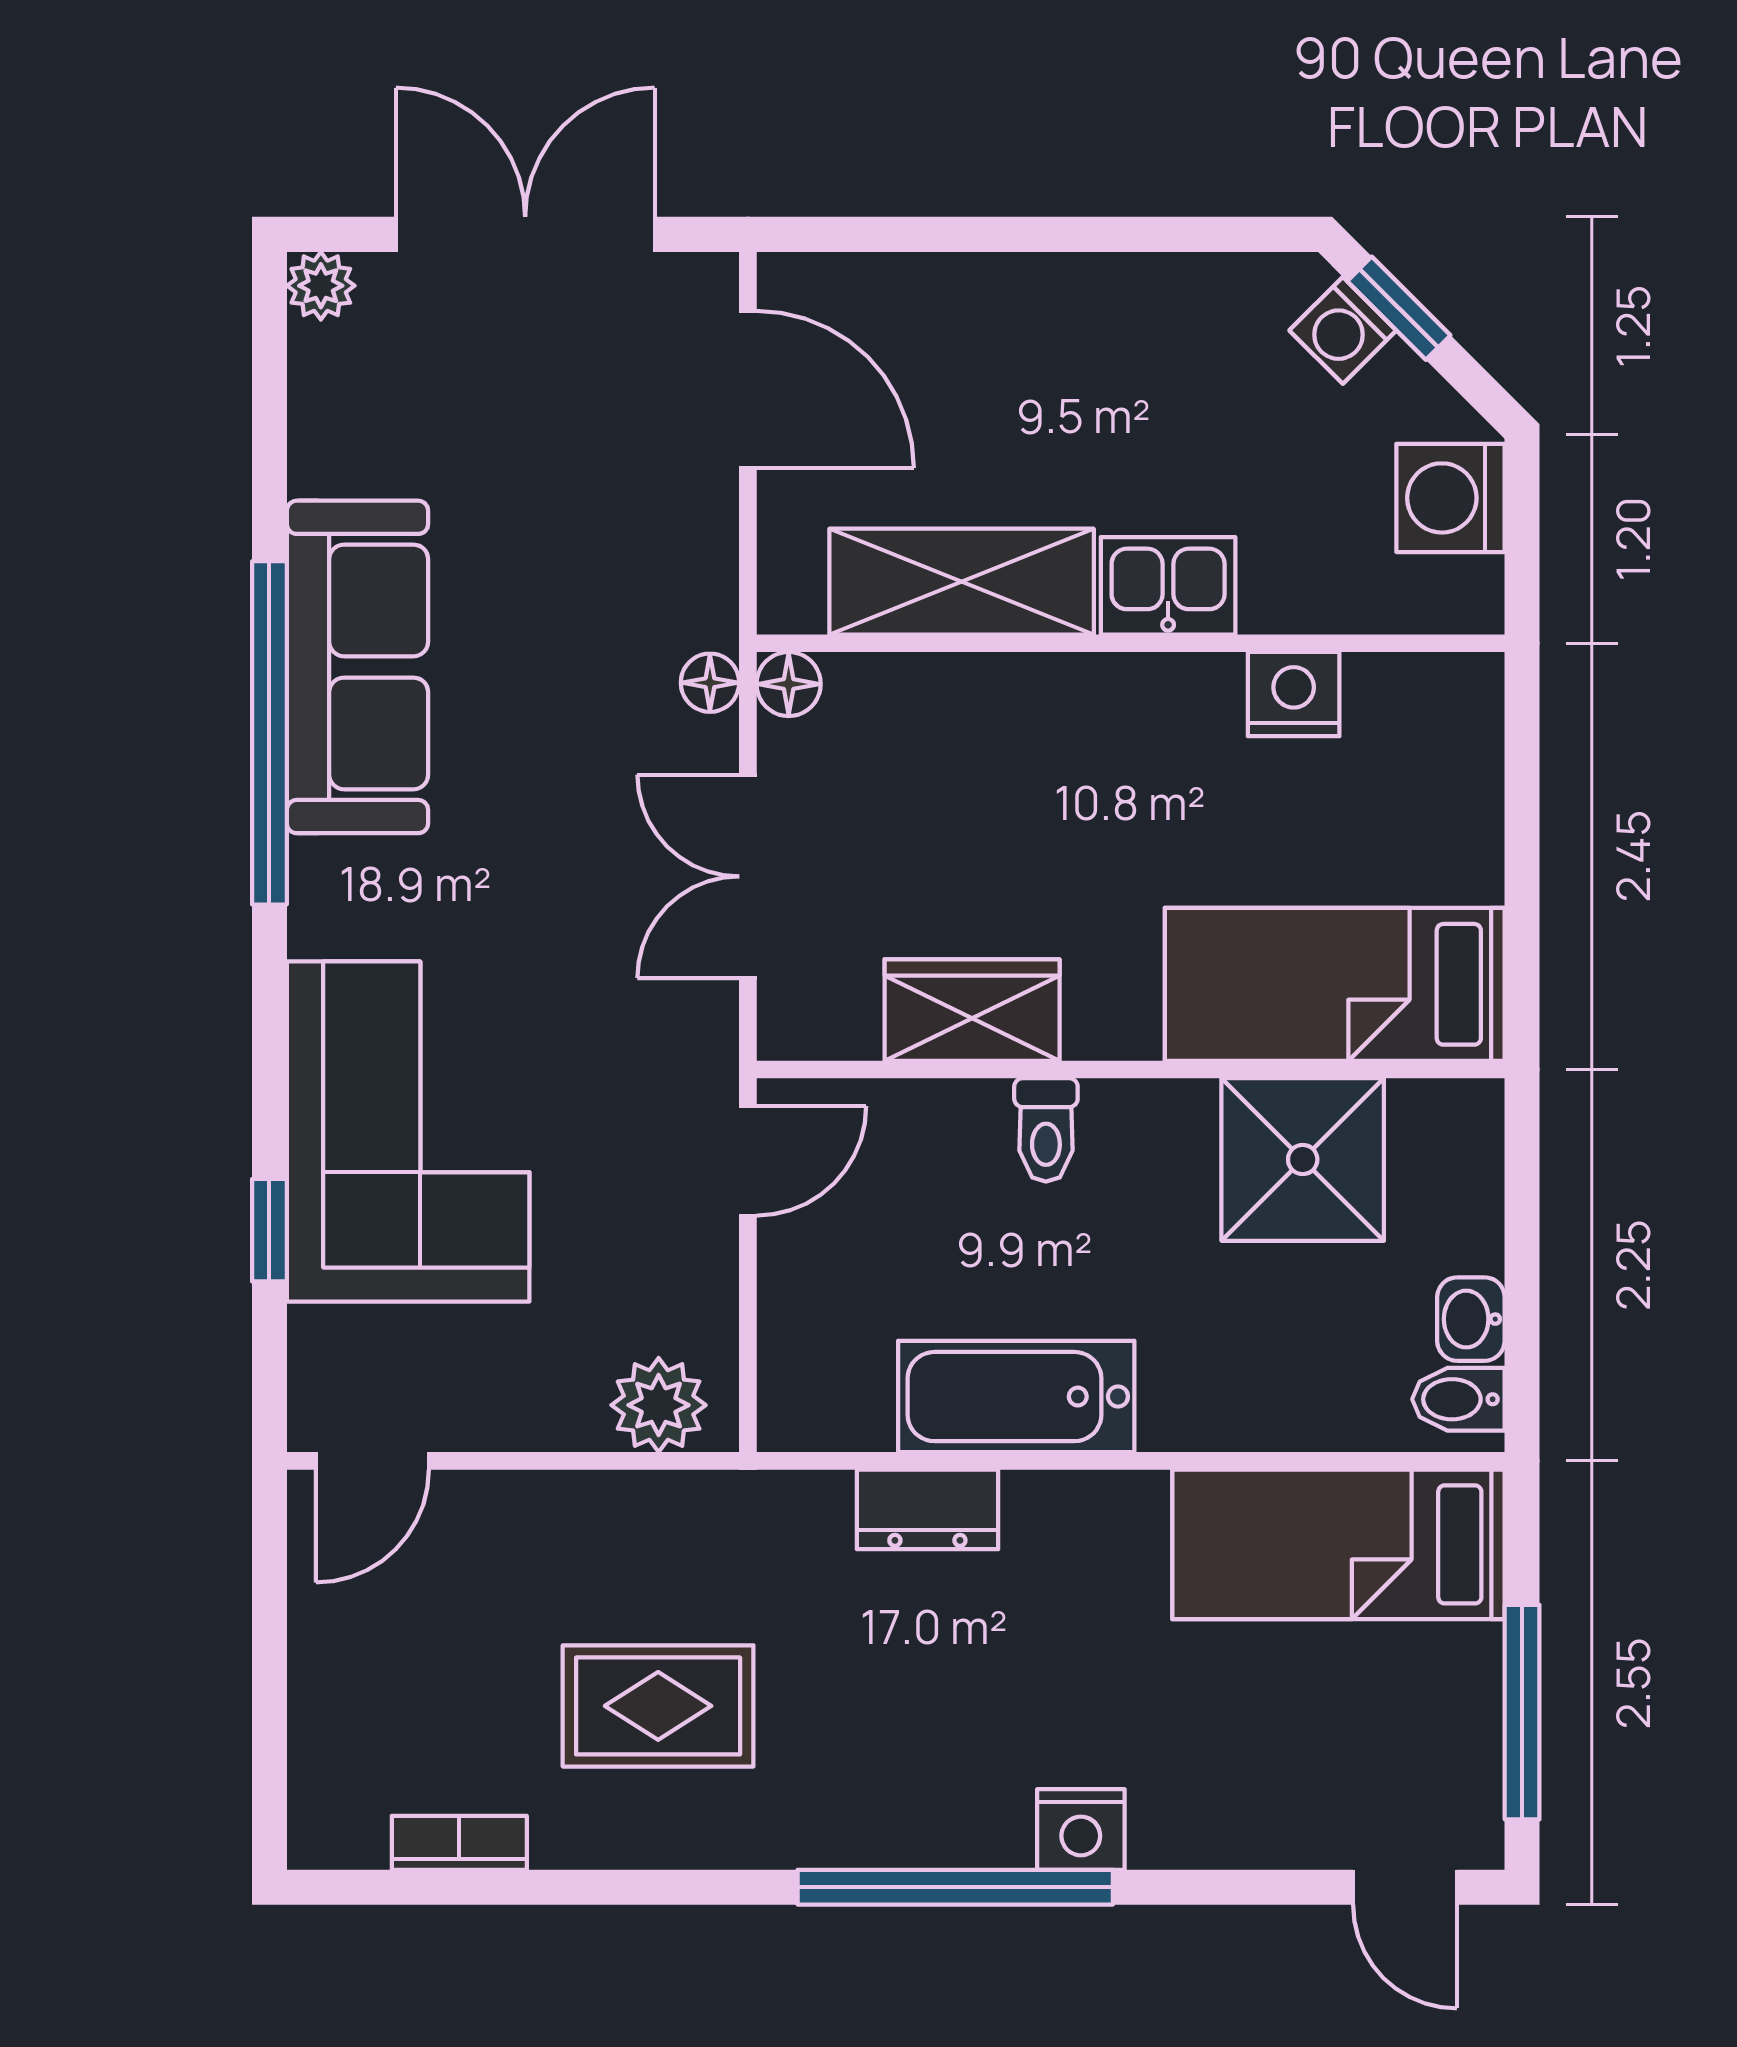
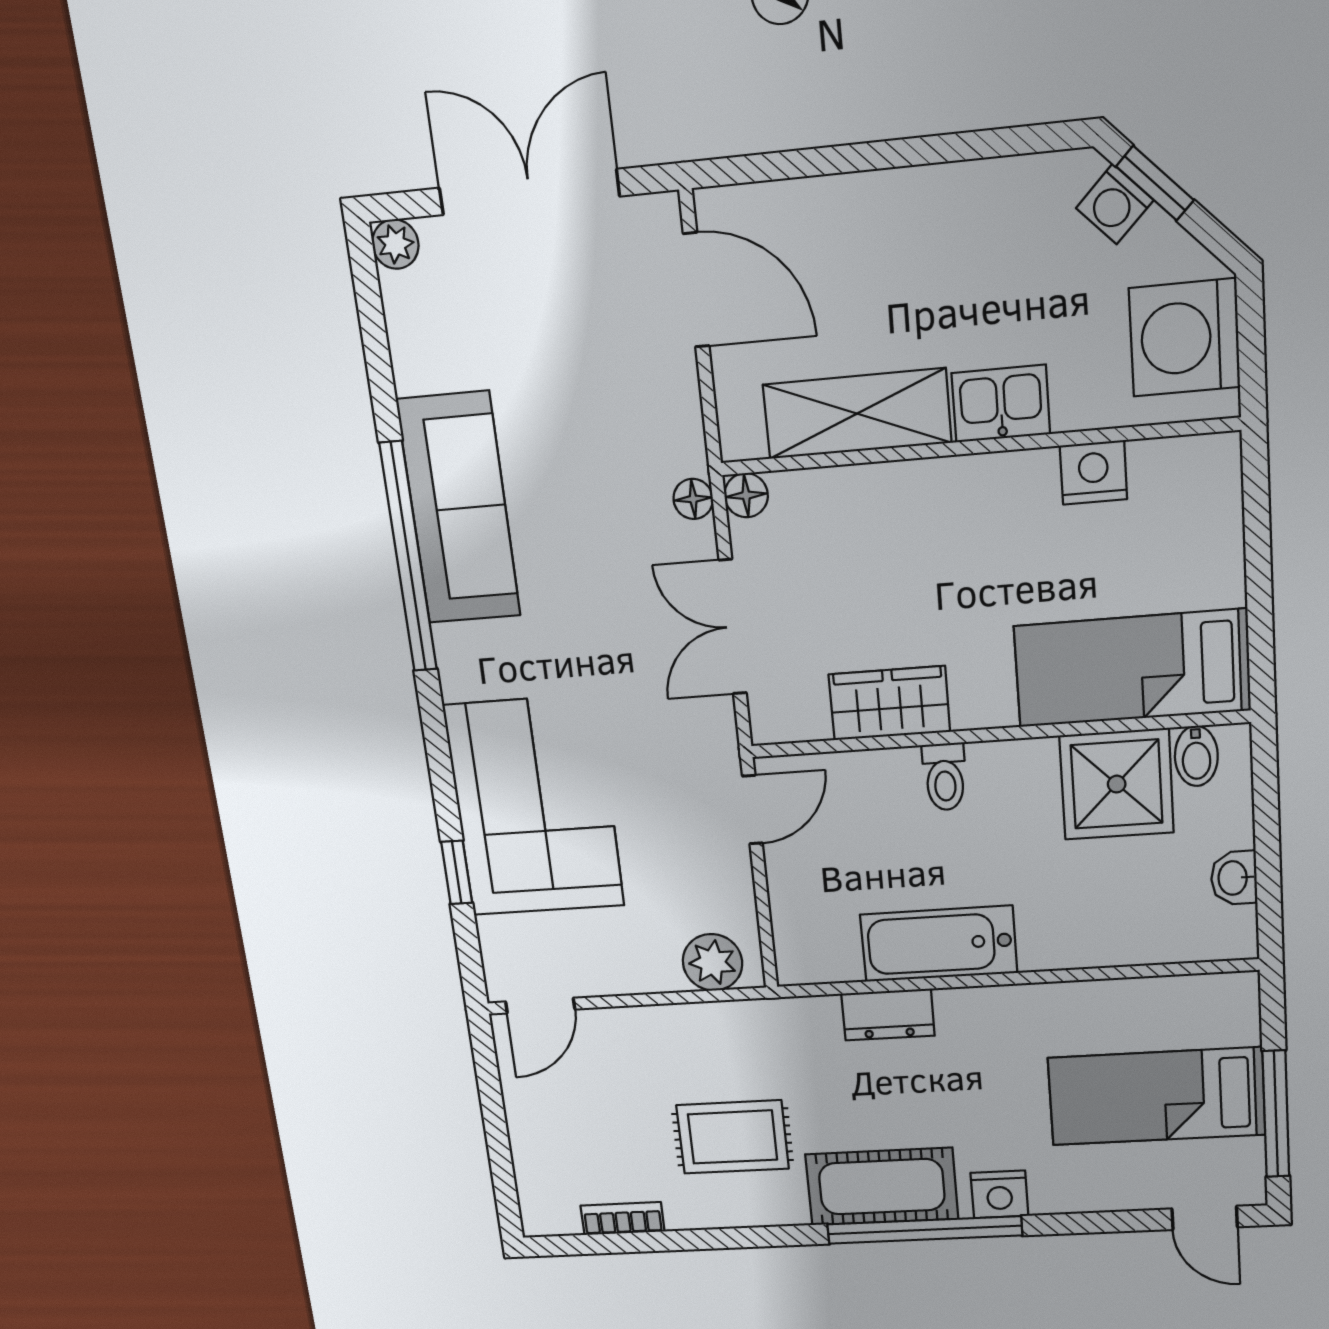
washing machine: (1451, 498) -> (1185, 338), width x1.37, depth x1.37
bidet: (1458, 1399) -> (1196, 756), moved, turned -90
bed: (1338, 1544) -> (1157, 1096), moved
cot: (892, 1806) -> (882, 1187), added

